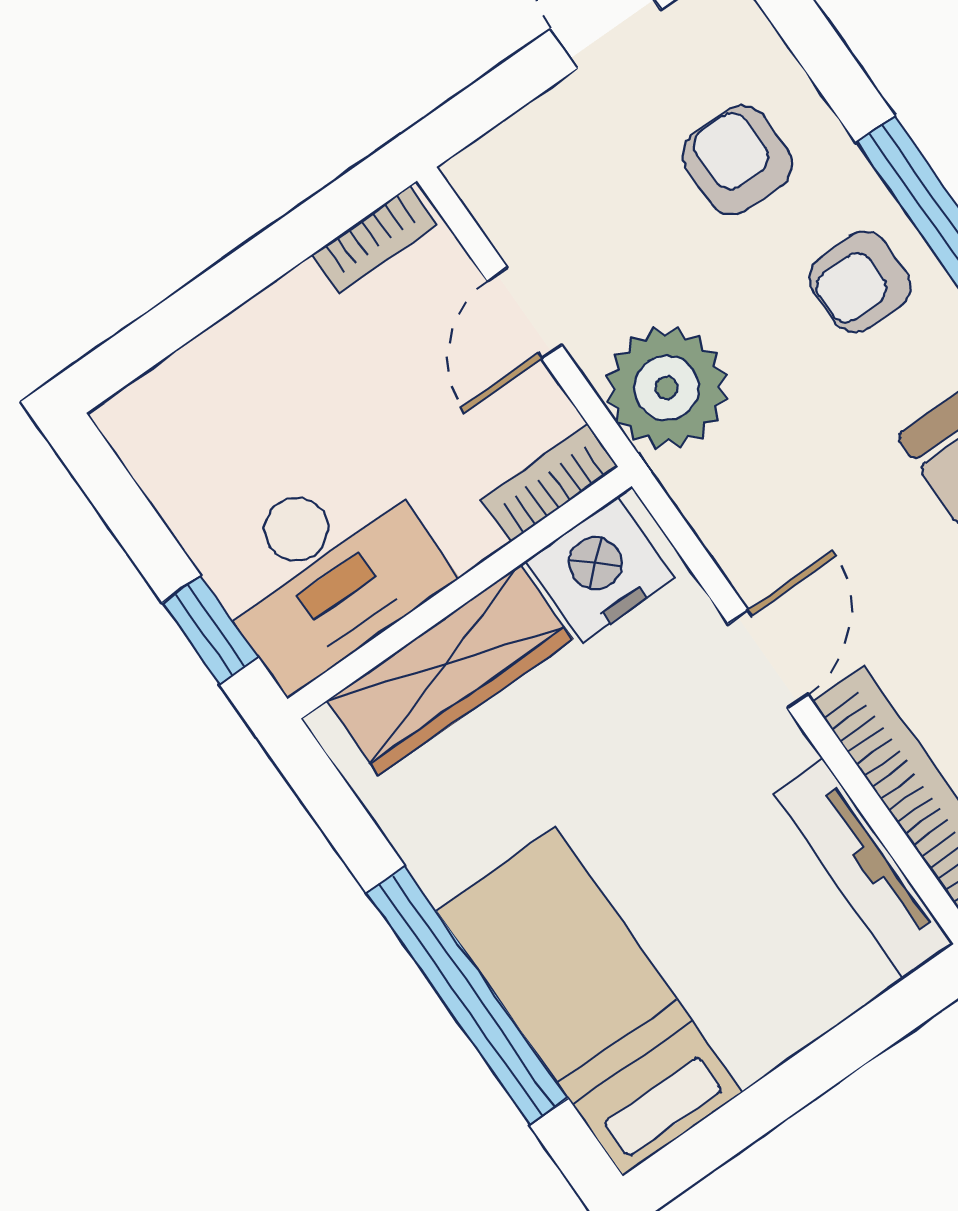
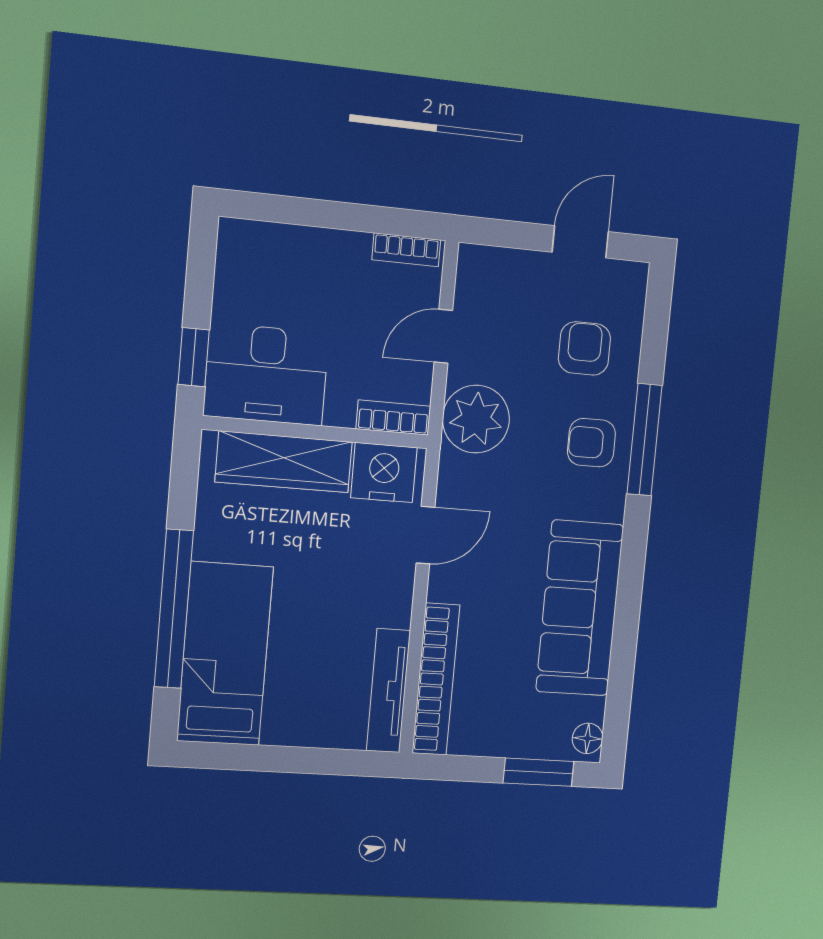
door: (768, 659) -> (425, 535), moved

